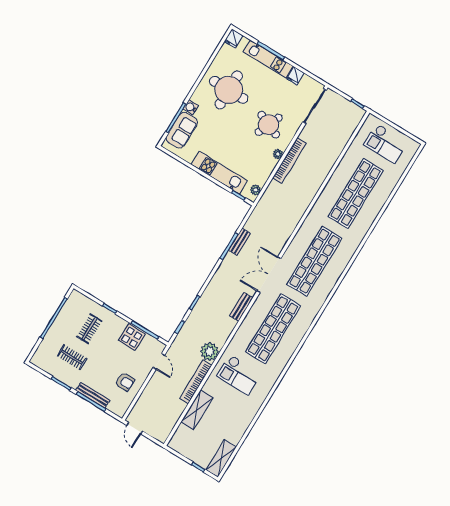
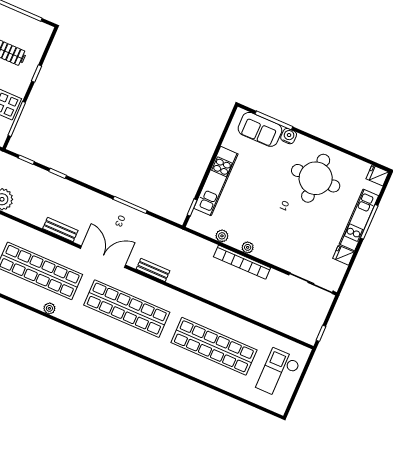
round table: (269, 125) -> (281, 231), removed
plant: (256, 190) -> (222, 236), moved
bench: (239, 242) -> (153, 270), moved
plant: (305, 325) -> (49, 308), added

